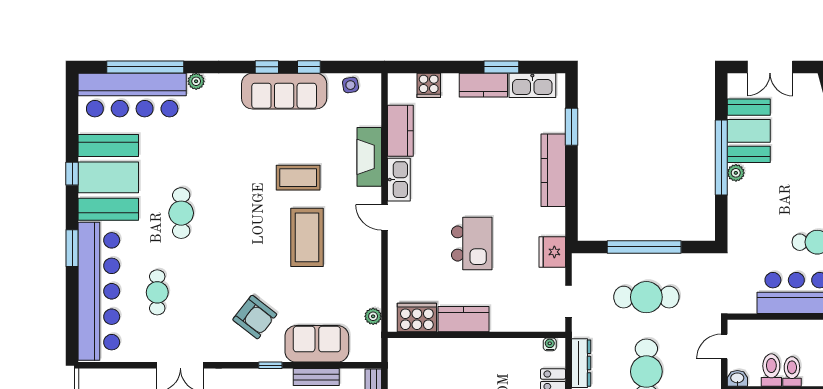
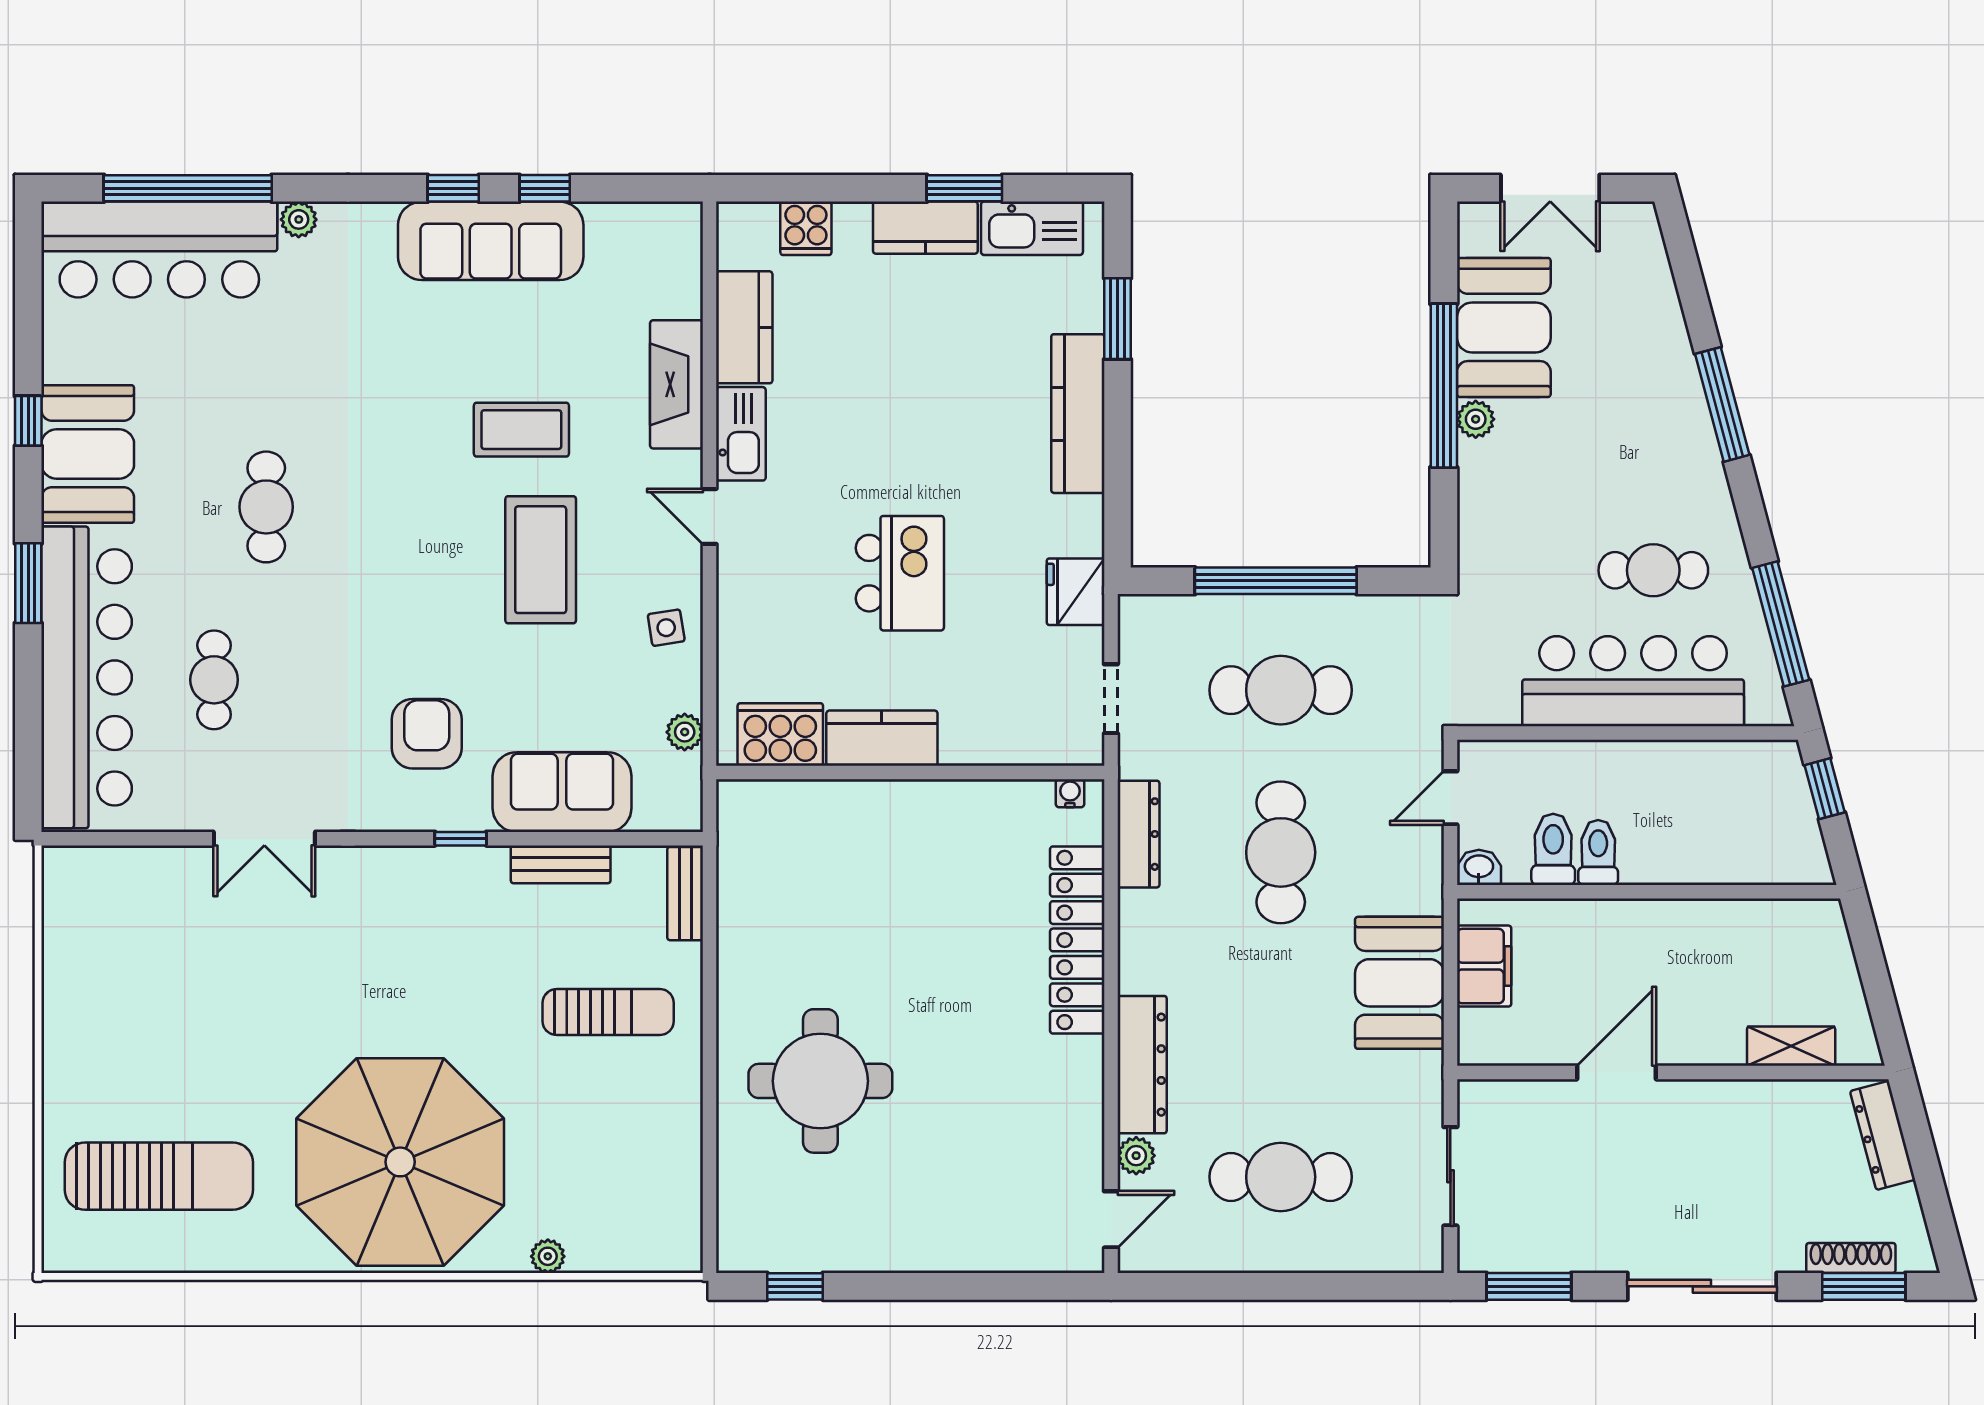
side table: (350, 85) -> (666, 628), moved
booth: (108, 177) -> (88, 454), width x0.73, depth x0.70
armchair: (255, 317) -> (427, 734), turned -128

